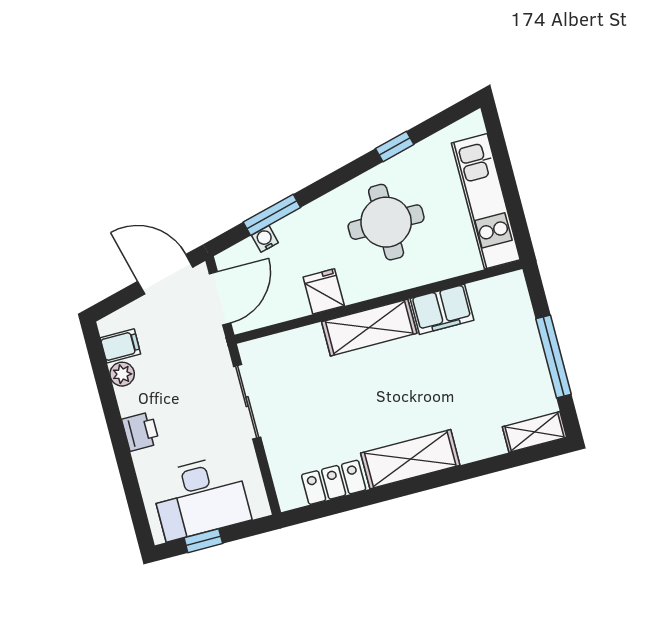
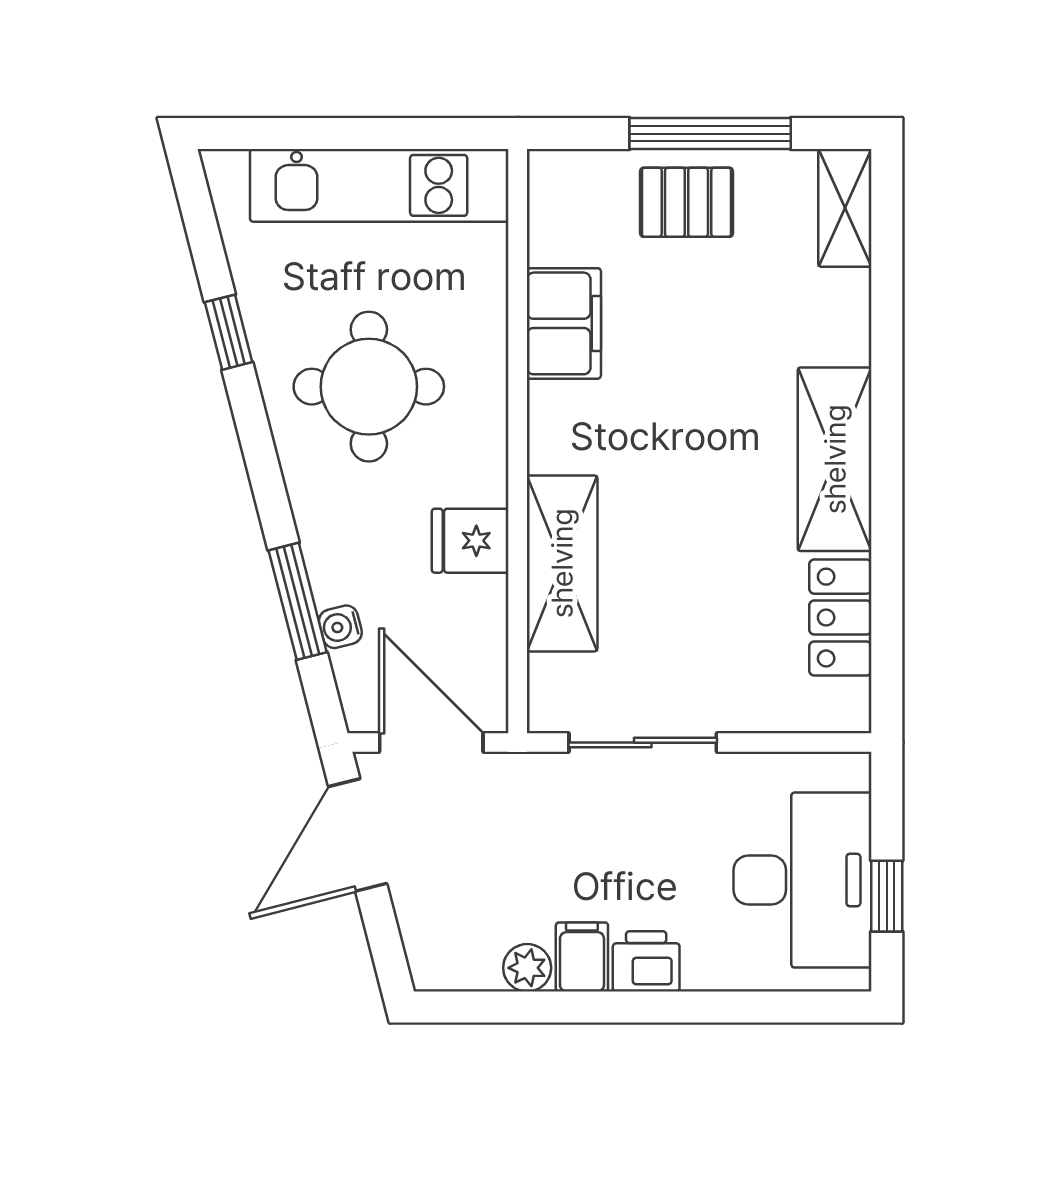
shelving: (369, 328) -> (562, 563), moved
filing cabinet: (120, 346) -> (582, 957), moved
pallet: (517, 354) -> (687, 202), added

